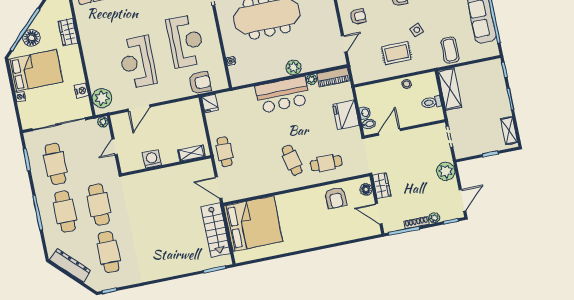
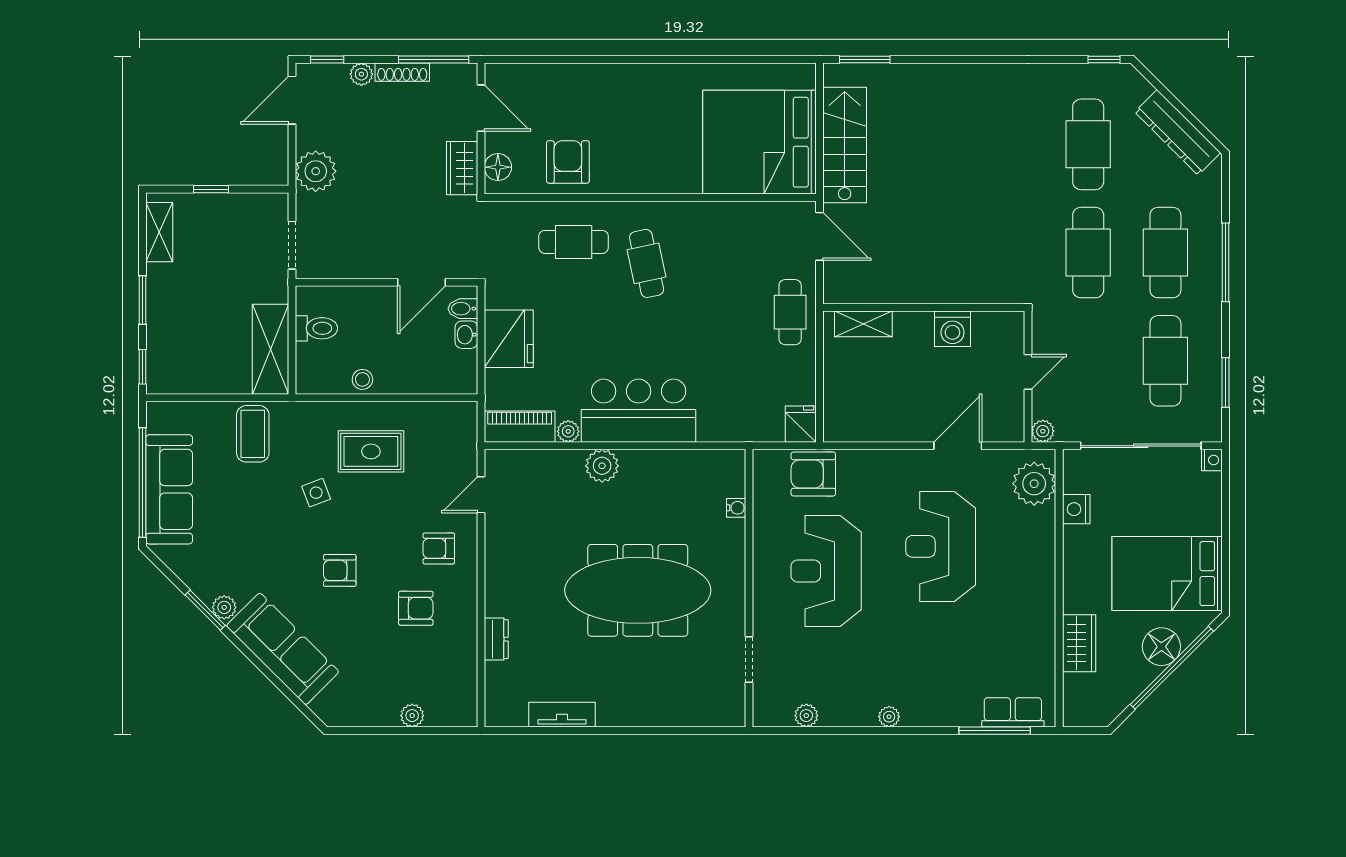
reception desk: (138, 62) -> (941, 546), turned 180
nightstand: (20, 97) -> (1212, 460), moved

